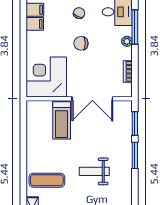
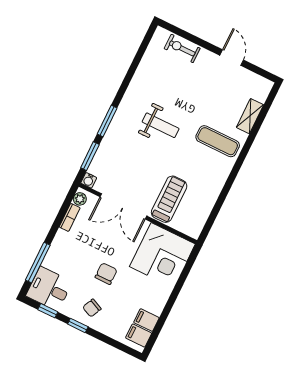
plant: (127, 41) -> (80, 199), moved
chair: (81, 43) -> (106, 274), turned -90
double door: (92, 99) -> (123, 206), swing flipped
water cooler: (127, 105) -> (89, 180), added

